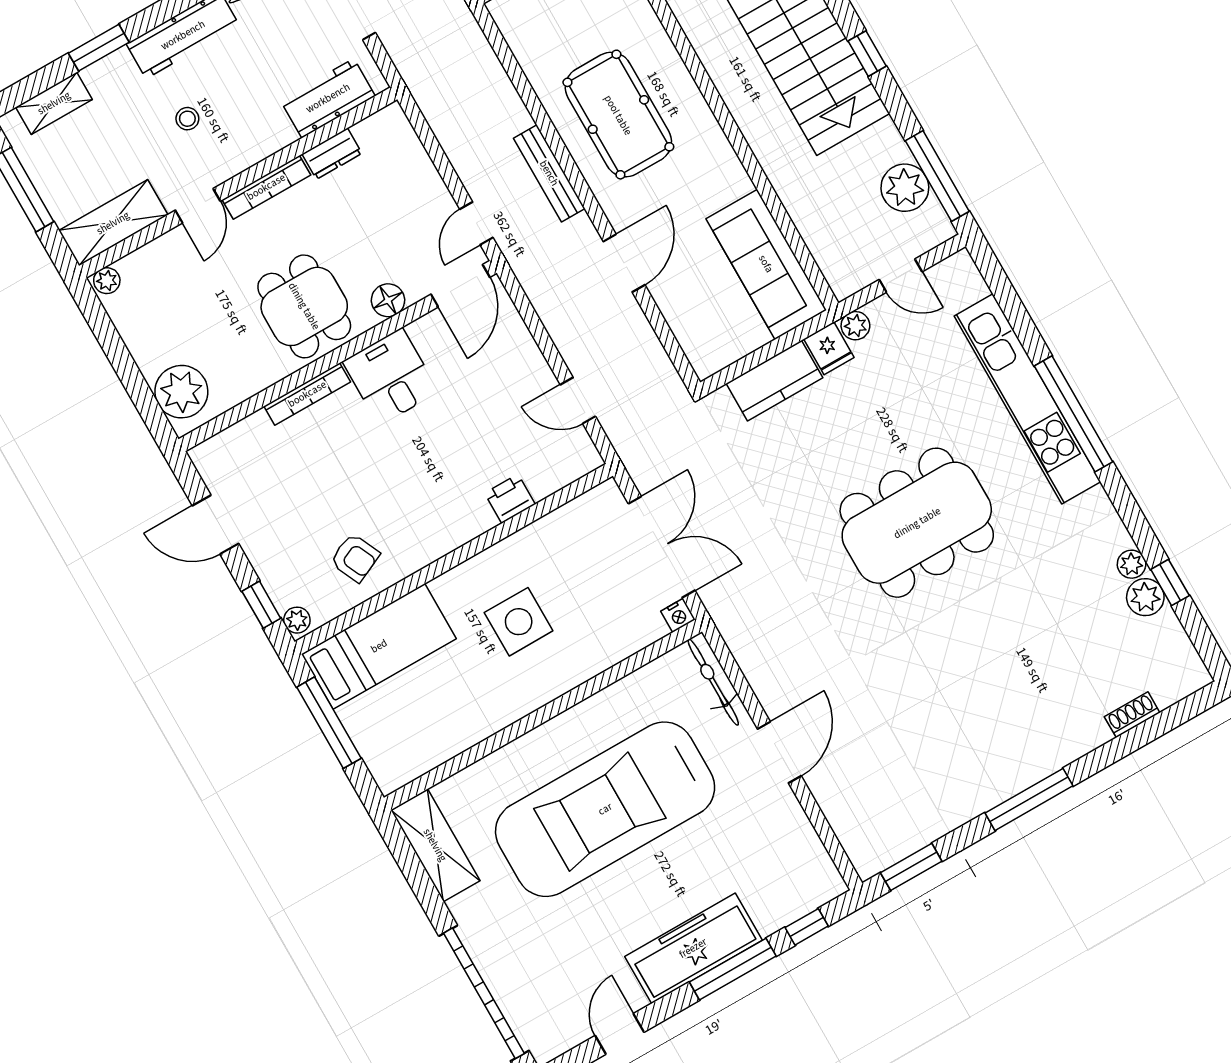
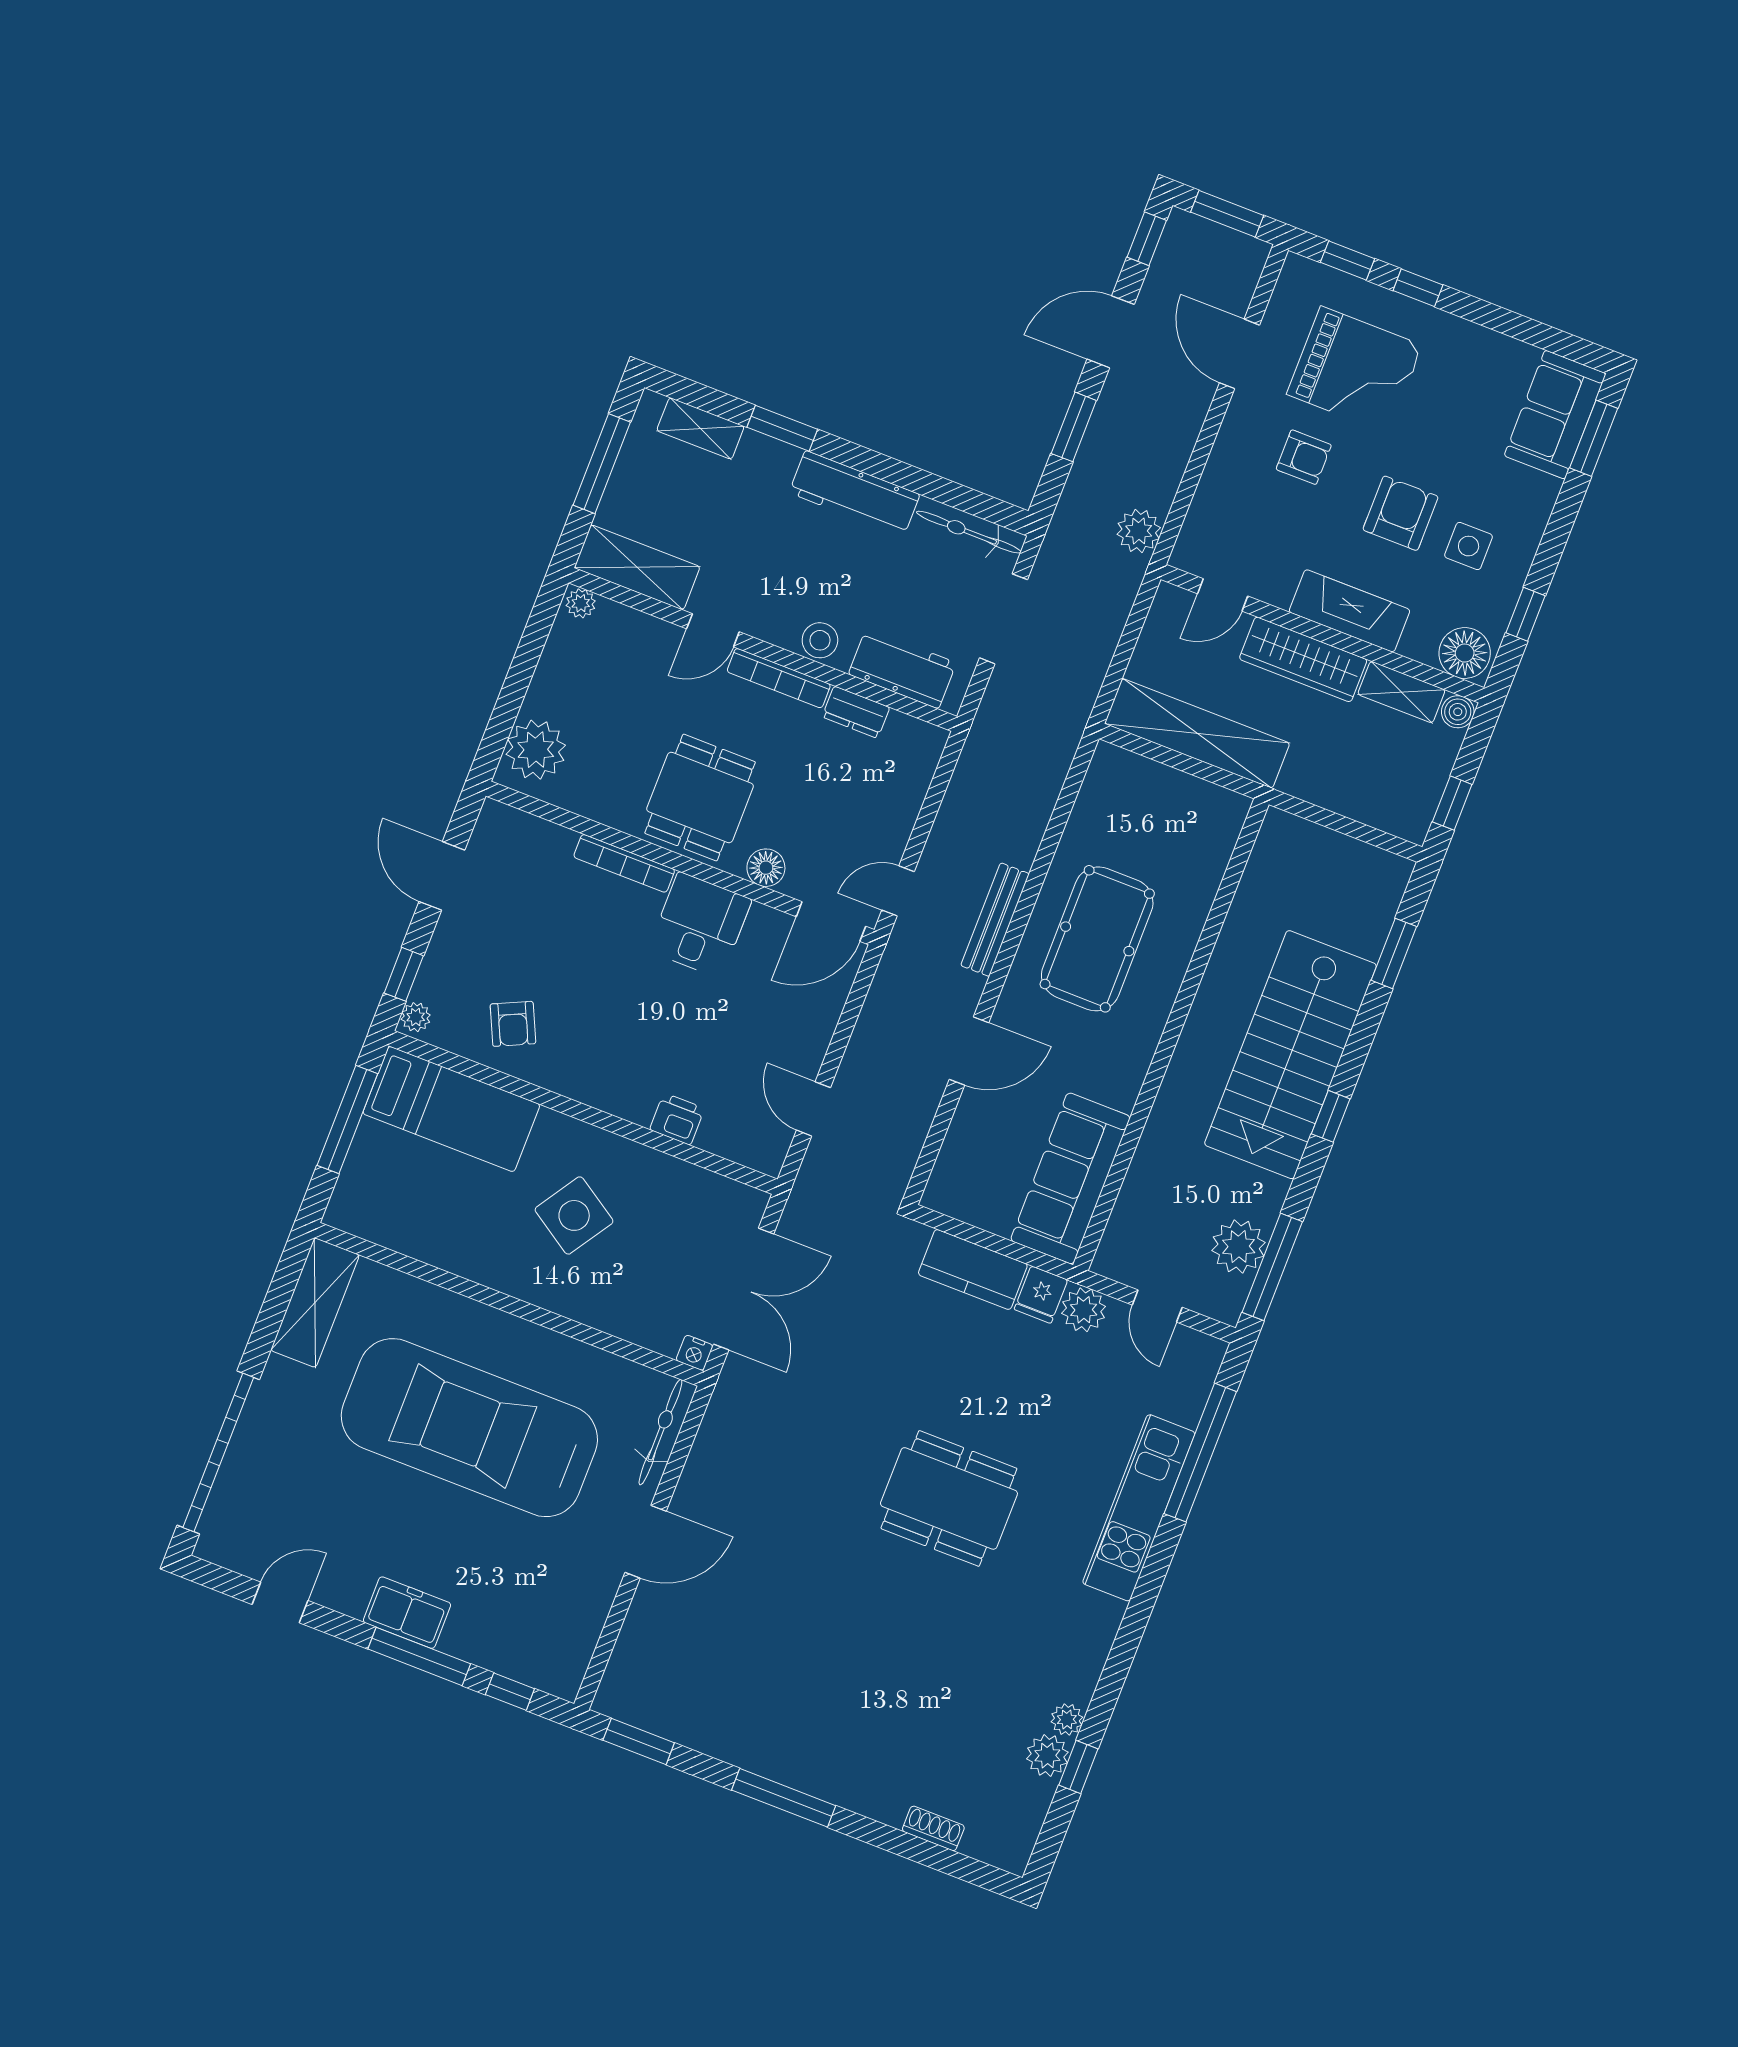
stool: (187, 119) -> (820, 640), moved, width x1.37, depth x1.37
plant: (855, 326) -> (1084, 1310), width x1.38, depth x1.38
kitchen unit: (1027, 399) -> (1139, 1508), width x0.73
window: (1074, 414) -> (1200, 1453), moved
dining table: (917, 523) -> (949, 1498), width x0.73, depth x0.80
side table: (519, 622) -> (574, 1215), turned 33
freezer: (693, 948) -> (407, 1613), width x0.52, depth x0.79

